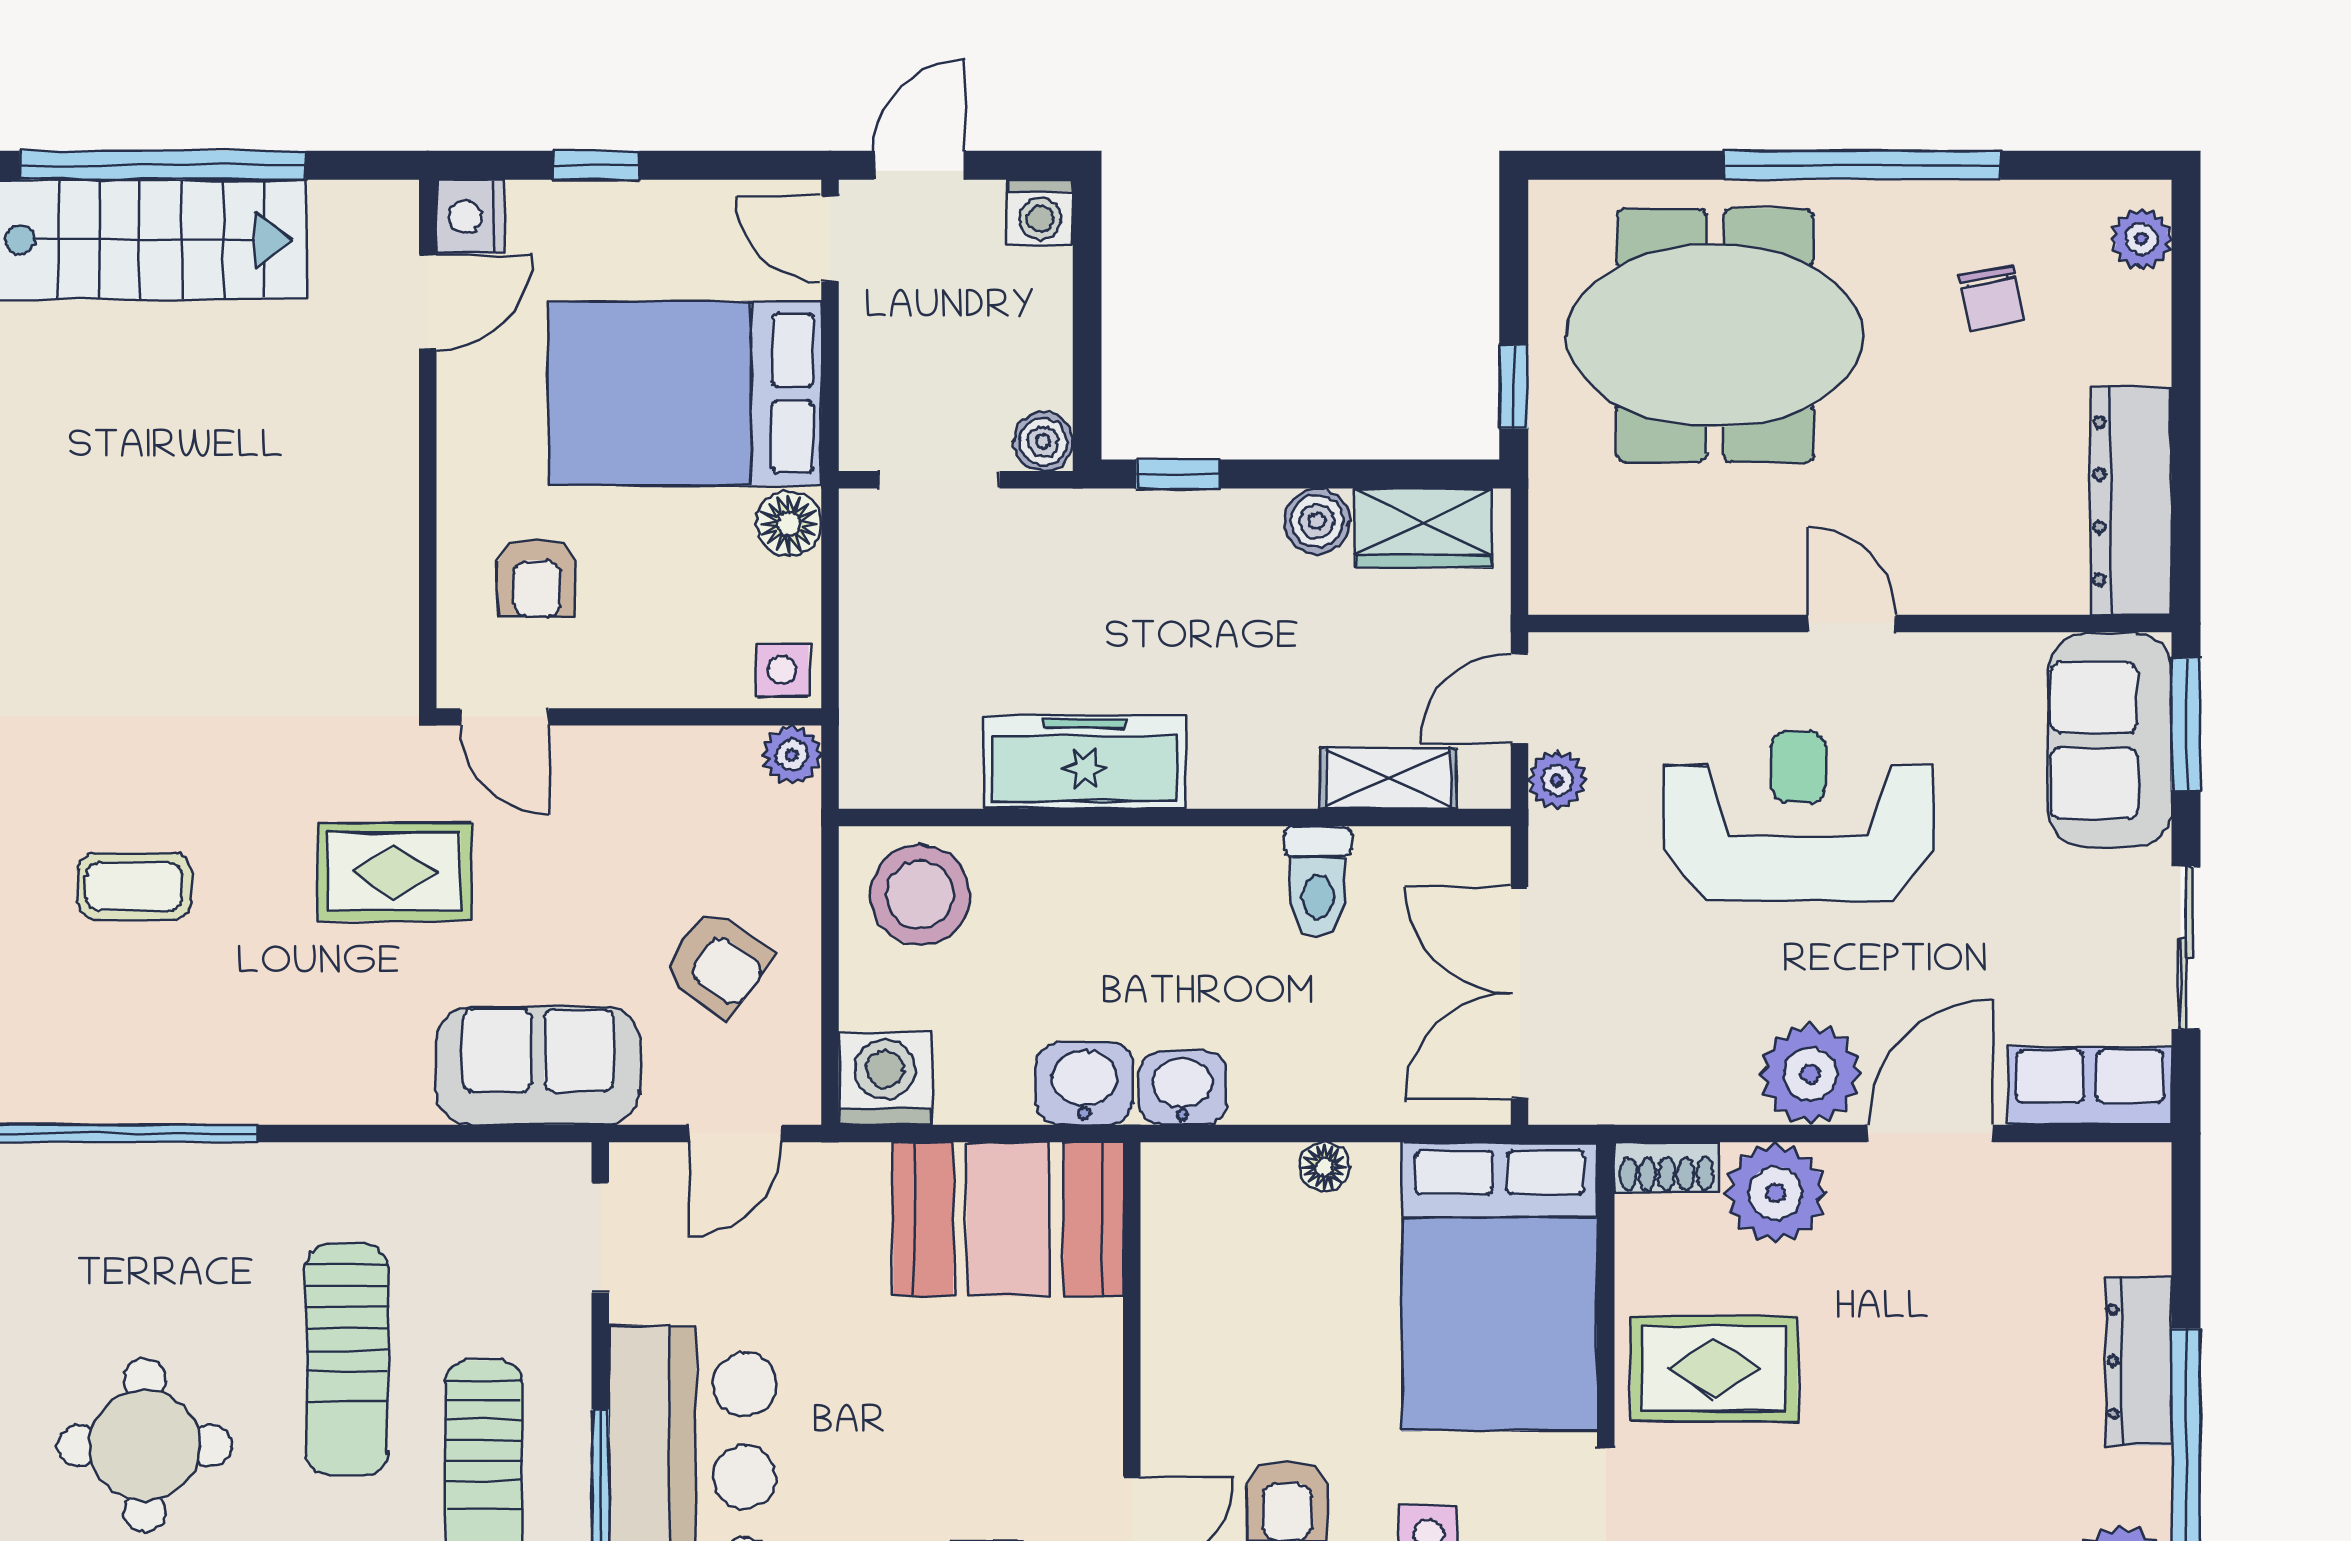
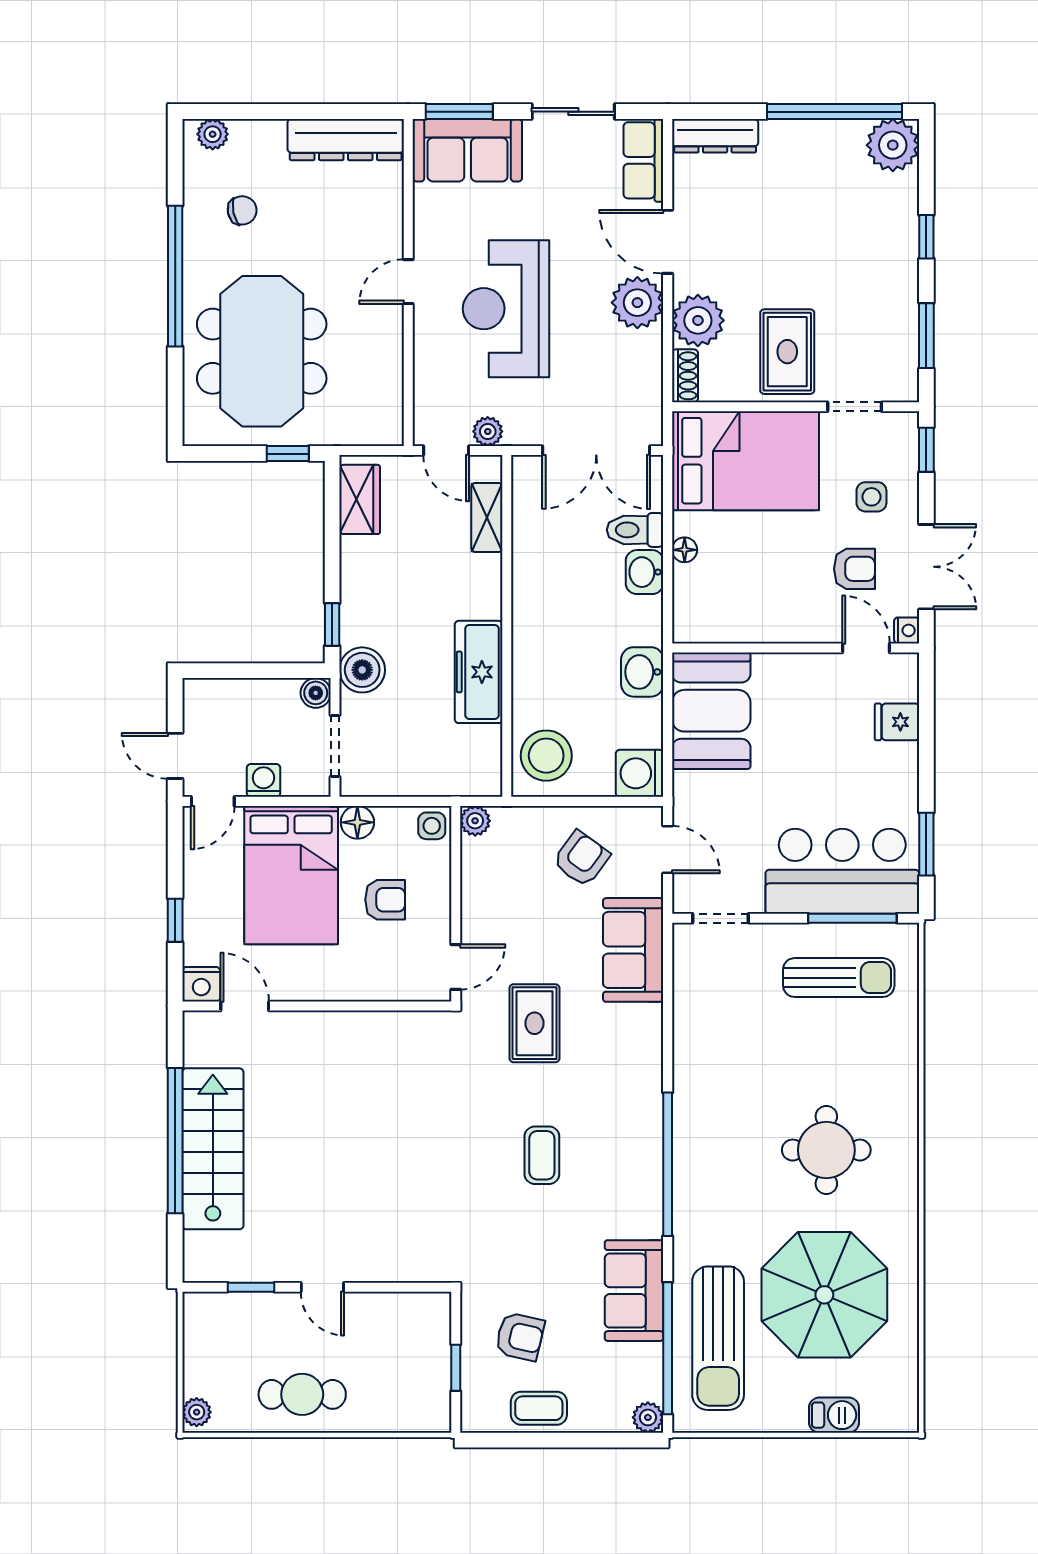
washing machine: (1040, 212) -> (263, 780), moved, turned -90
boiler: (1317, 521) -> (362, 670), moved, width x1.36, depth x1.36
armchair: (537, 578) -> (385, 900), moved
toilet: (1318, 881) -> (635, 530), moved, turned 180
washbasin: (1183, 1088) -> (644, 572), moved
sun lounger: (347, 1360) -> (783, 1047), removed
dresser: (2139, 1361) -> (715, 136), moved

